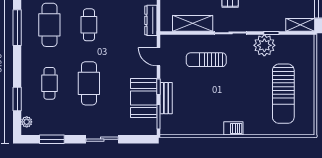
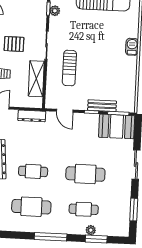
window: (17, 28) -> (51, 237), moved
plant: (264, 45) -> (55, 11), width x0.53, depth x0.53
door: (158, 57) -> (65, 111), hinge flipped
booth: (144, 98) -> (117, 126), moved
plant: (27, 122) -> (91, 230), moved

